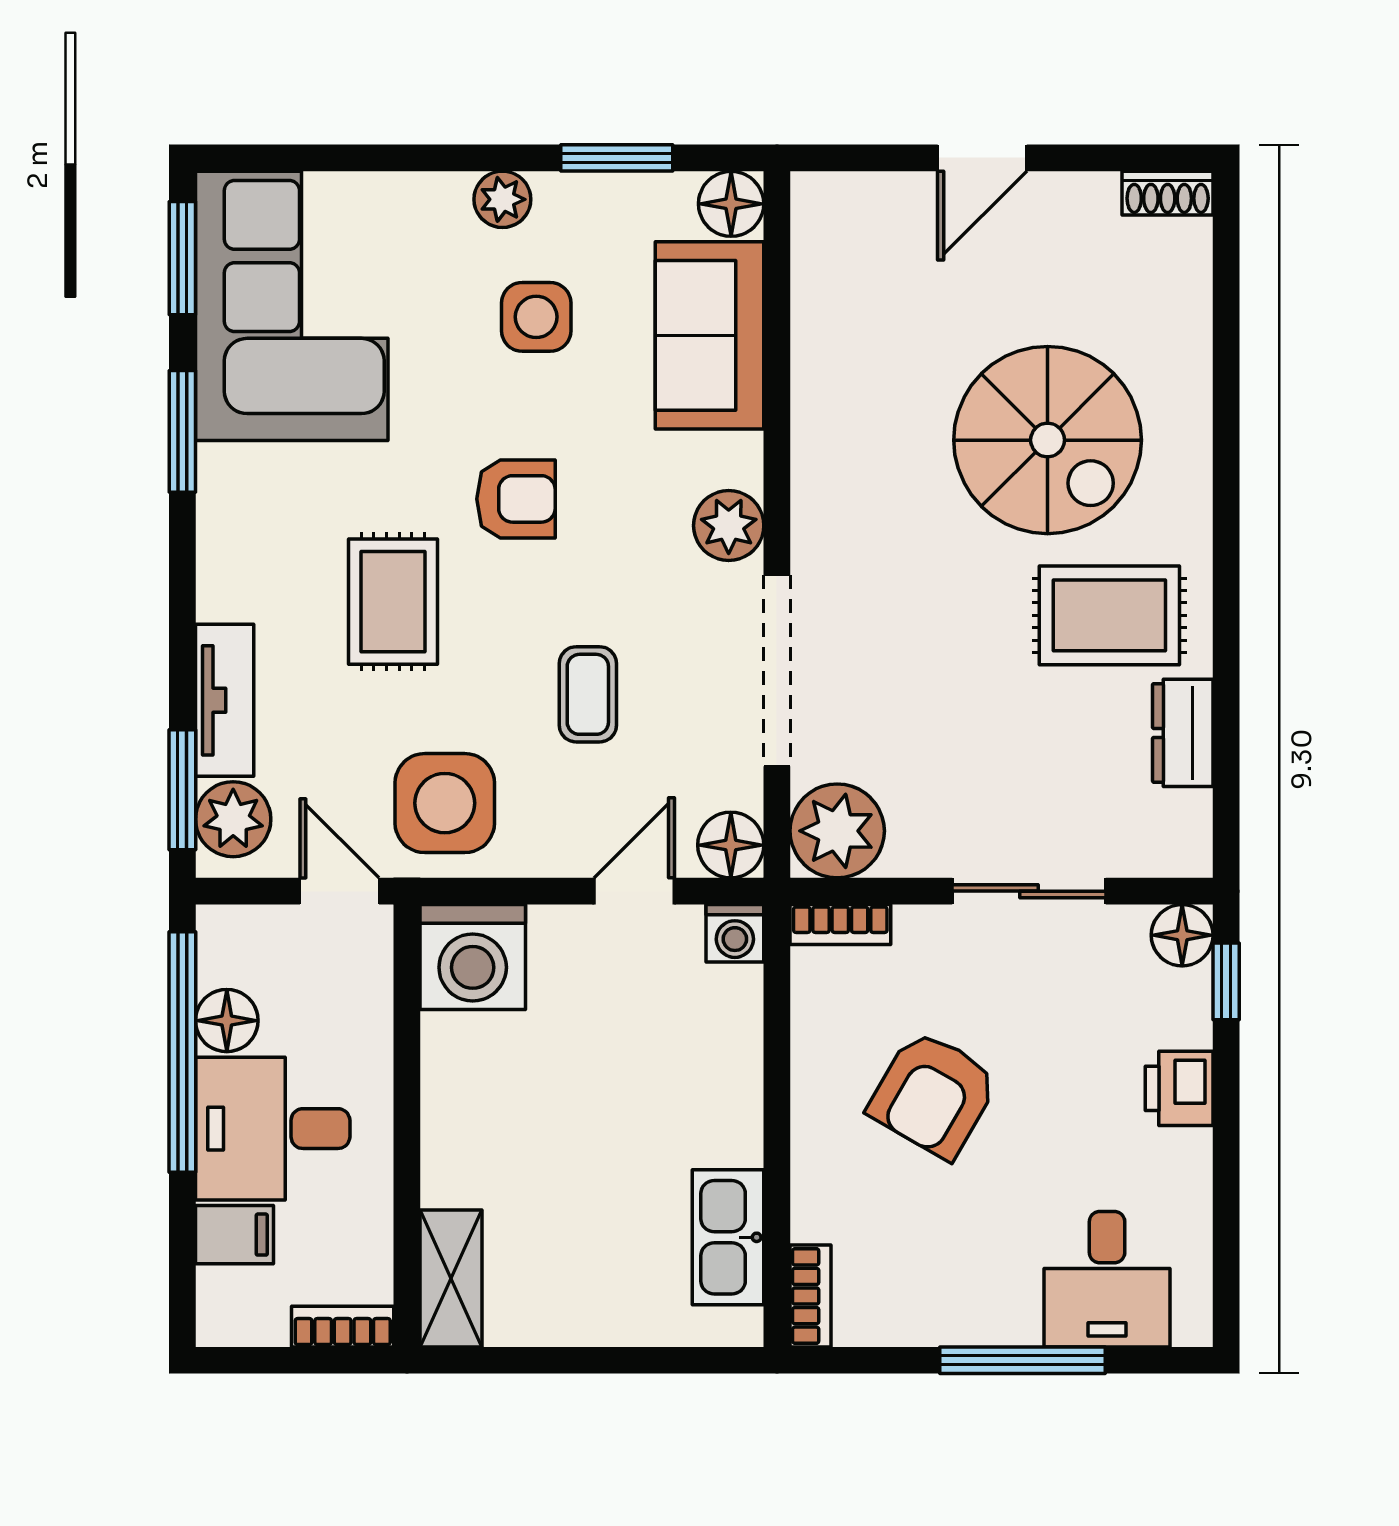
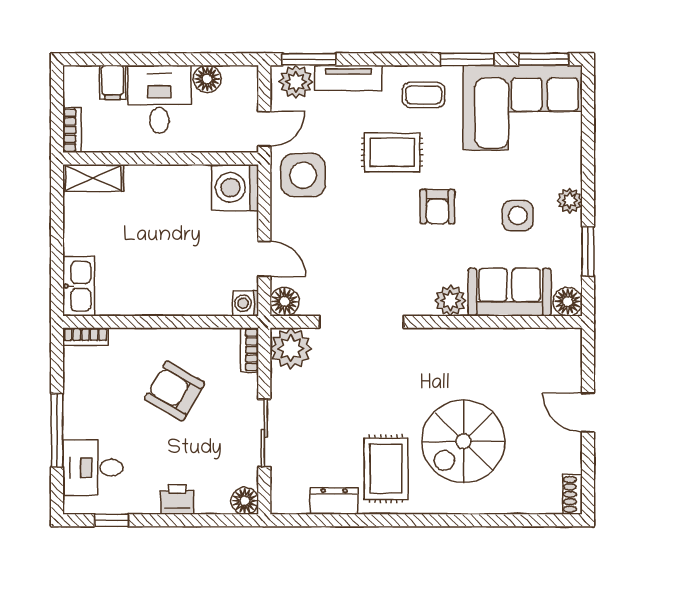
plant: (729, 526) -> (450, 301), moved
coffee table: (588, 694) -> (424, 95), moved
window: (1226, 981) -> (112, 520), moved
window: (182, 1052) -> (193, 59), removed
kitchen sink: (728, 1237) -> (79, 286), moved, turned 90

